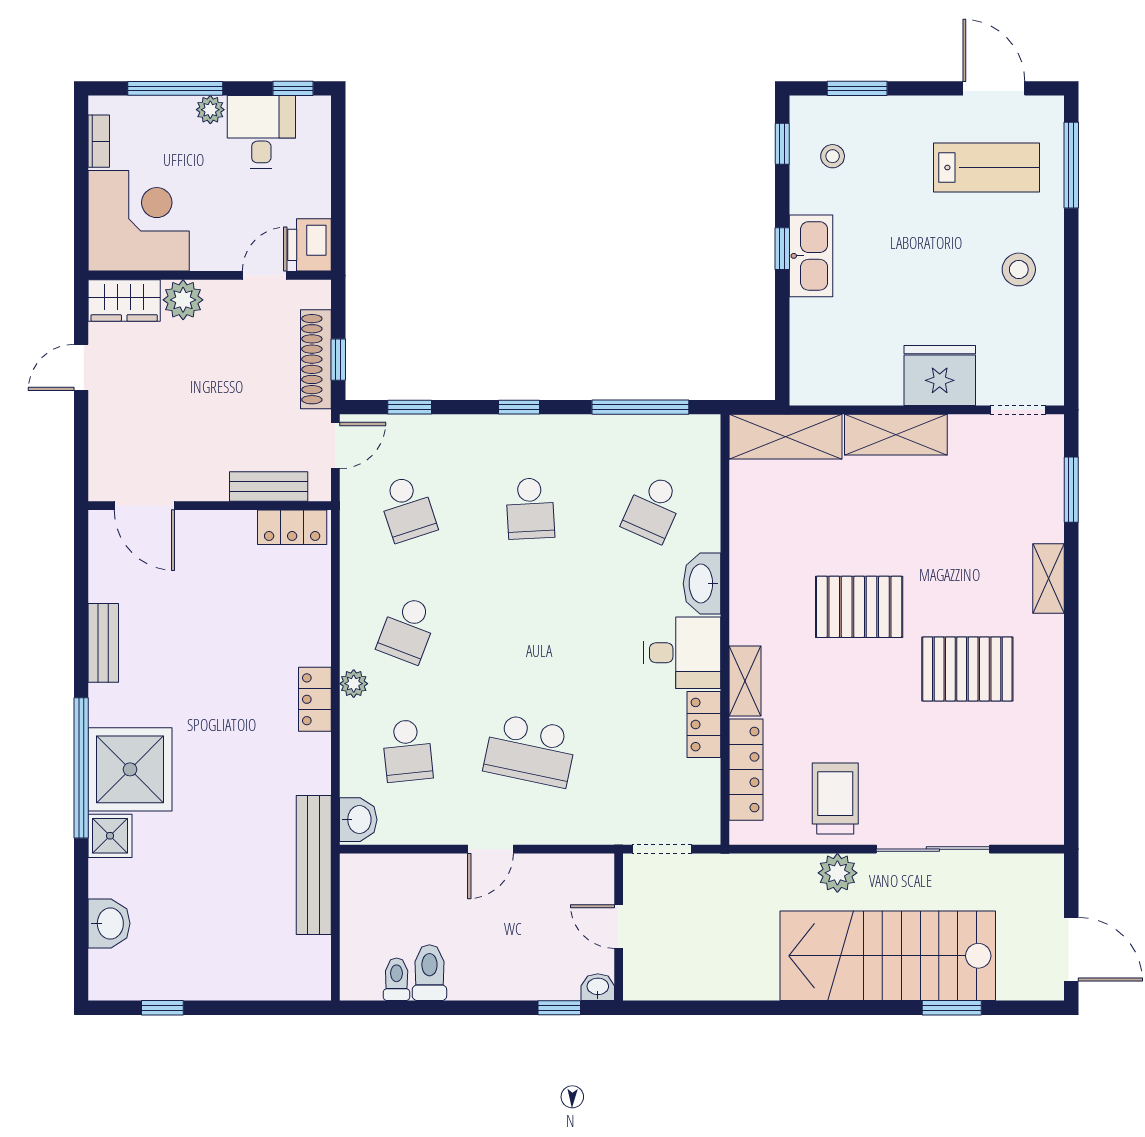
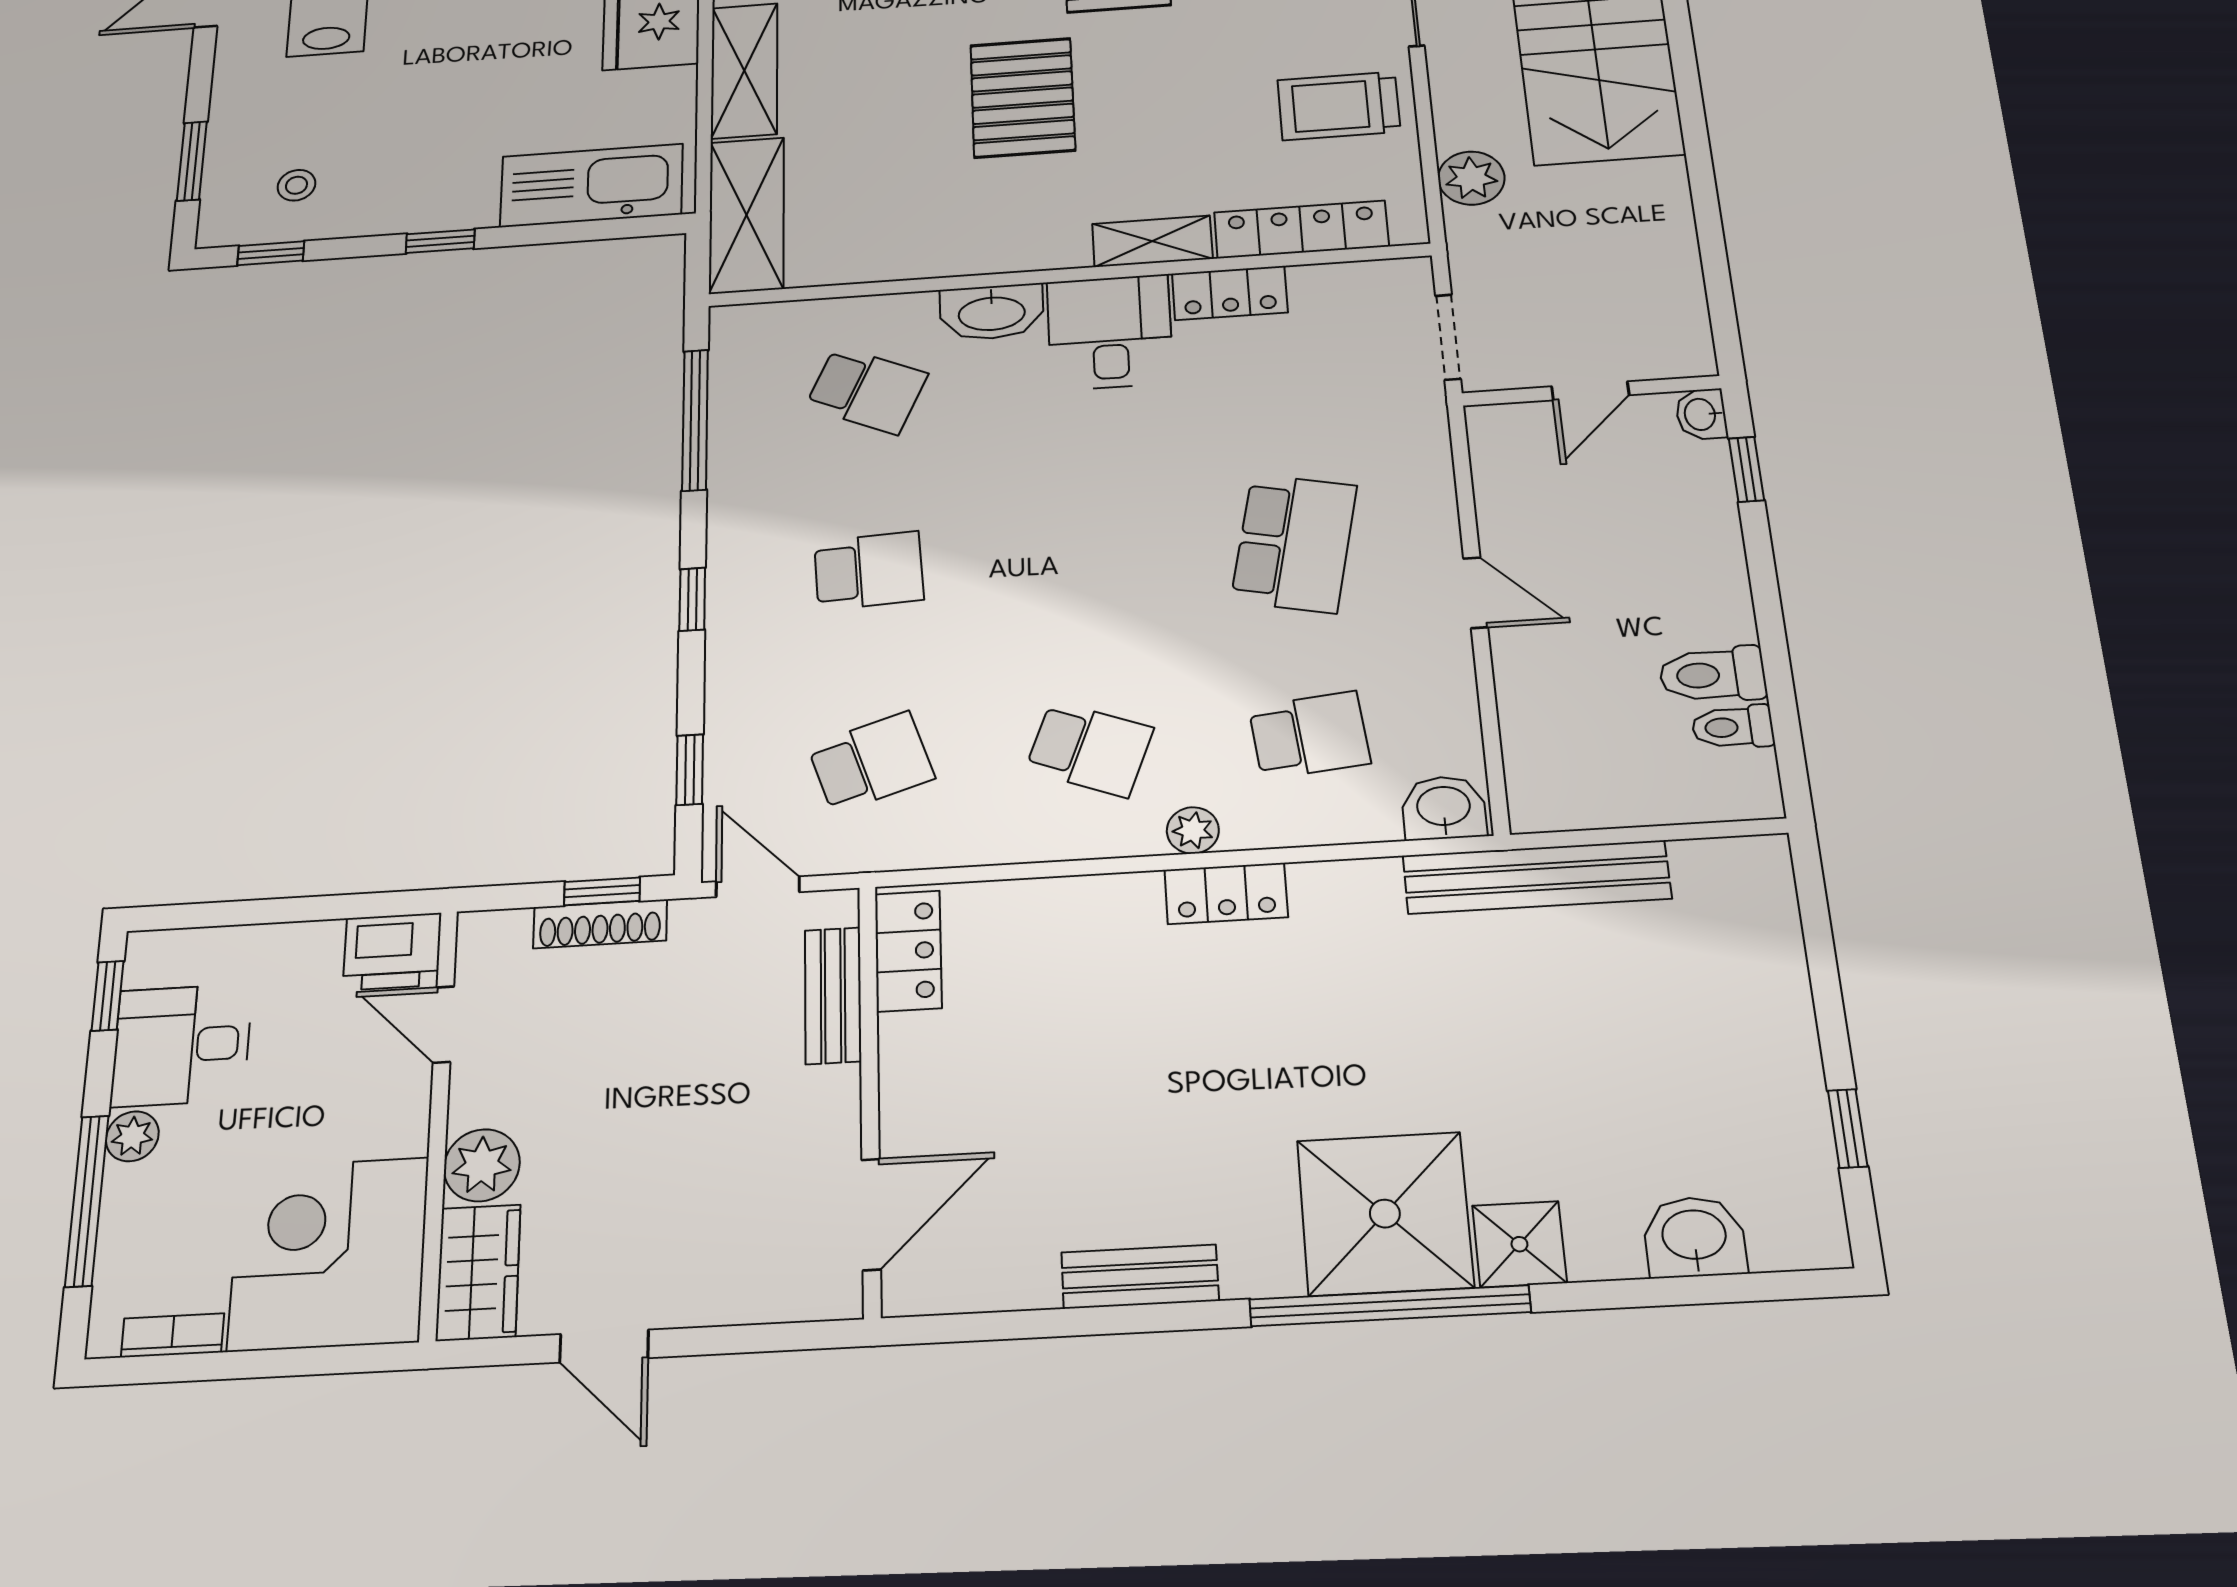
kitchen sink: (811, 256) -> (592, 185), moved, width x1.36, depth x1.24
shoe rack: (316, 359) -> (600, 924), width x0.74, depth x0.81
plant: (837, 873) -> (1471, 178), moved

